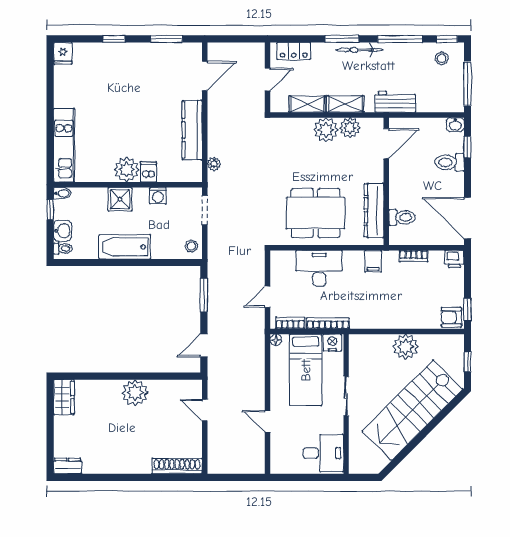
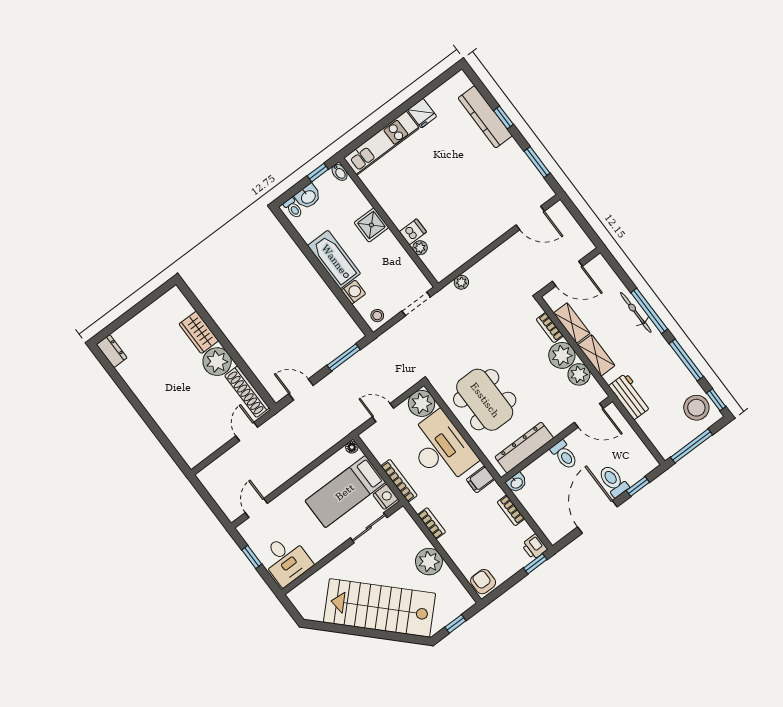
window: (342, 39) -> (649, 311), width x1.44
bicycle: (360, 50) -> (636, 312), moved
locker: (294, 51) -> (608, 278), removed
fridge: (63, 53) -> (422, 113), moved, turned -90
stool: (441, 58) -> (696, 408), width x1.89, depth x1.89
door: (268, 79) -> (567, 274), width x1.38
bookcase: (298, 123) -> (550, 328), added
washbasin: (455, 125) -> (516, 483), moved, turned -90
kitchen counter: (192, 130) -> (485, 117), moved, turned -90
plant: (127, 170) -> (420, 248), moved, width x0.53, depth x0.53
washing machine: (158, 196) -> (354, 292), moved, turned 180
toilet: (402, 217) -> (564, 455), moved
door: (468, 218) -> (597, 517), moved
plant: (282, 263) -> (422, 403), added
desk: (319, 268) -> (441, 449), width x1.36, depth x1.30
window: (468, 309) -> (535, 564), moved
bookcase: (290, 323) -> (432, 523), moved
sliding door: (346, 396) -> (369, 528), moved
wardrobe: (64, 397) -> (199, 332), moved, turned 90
door: (268, 421) -> (256, 508), moved
shoe rack: (177, 466) -> (247, 392), moved, turned 180
window: (302, 477) -> (252, 557), added

